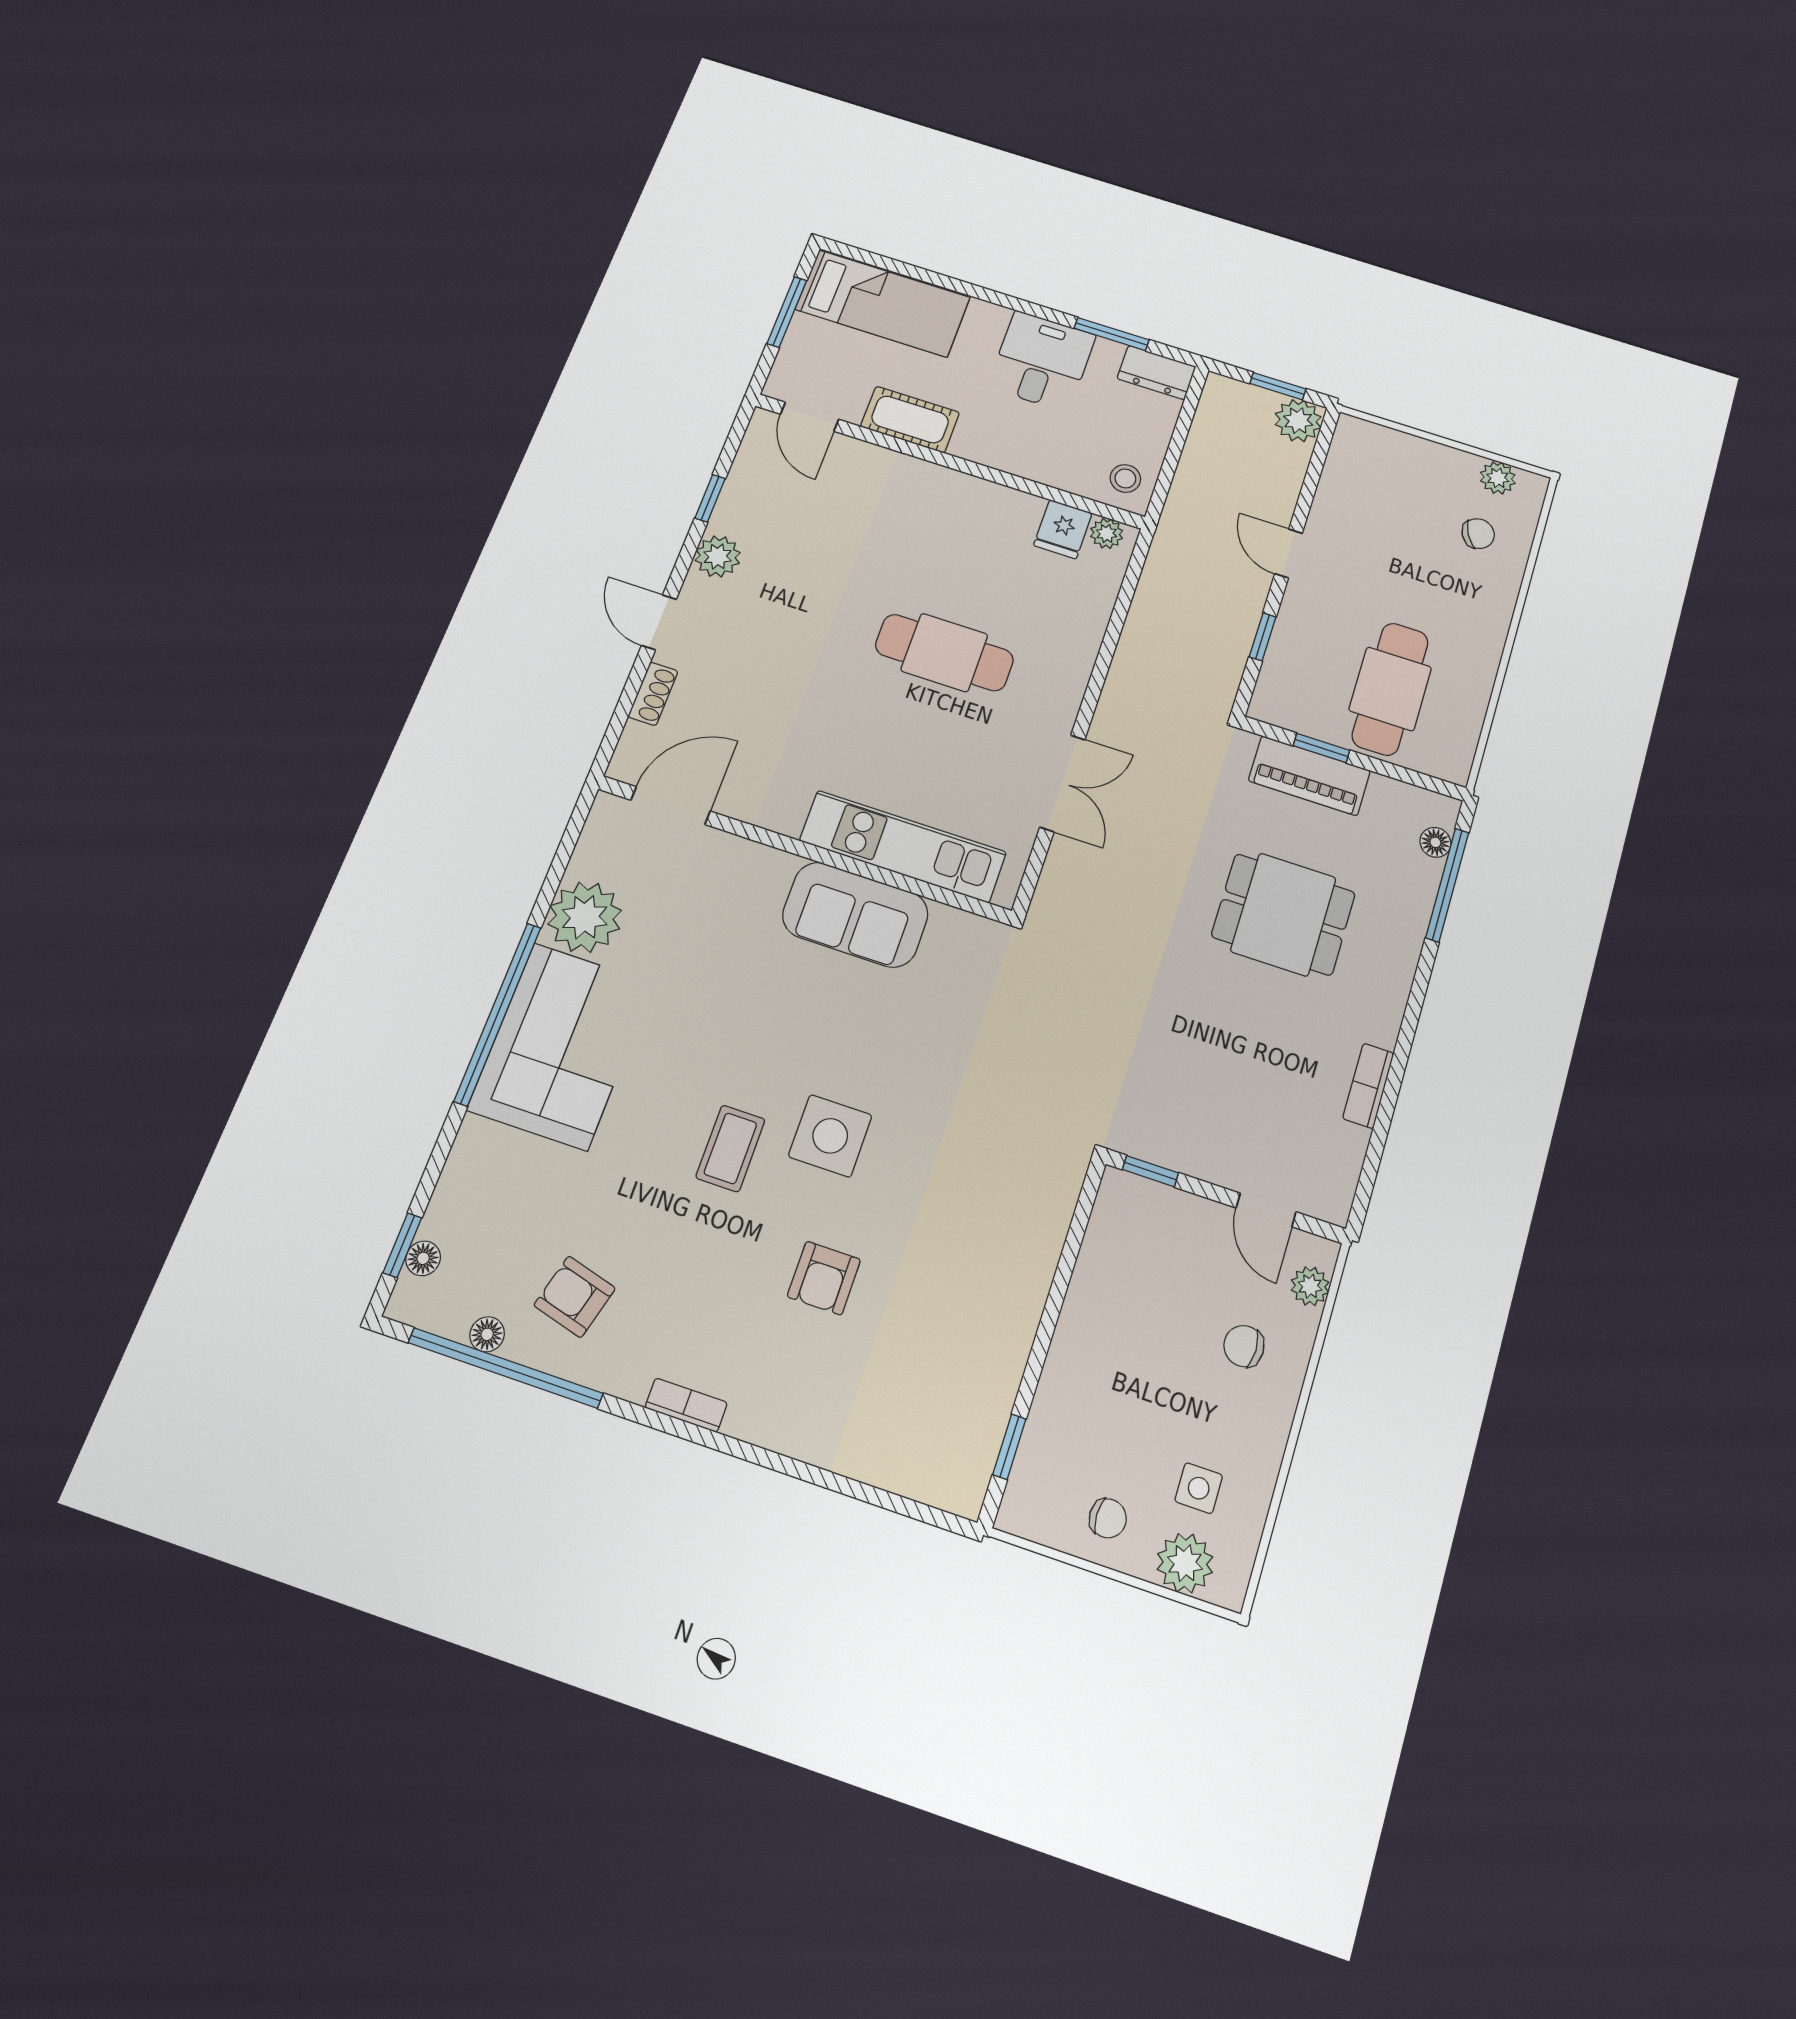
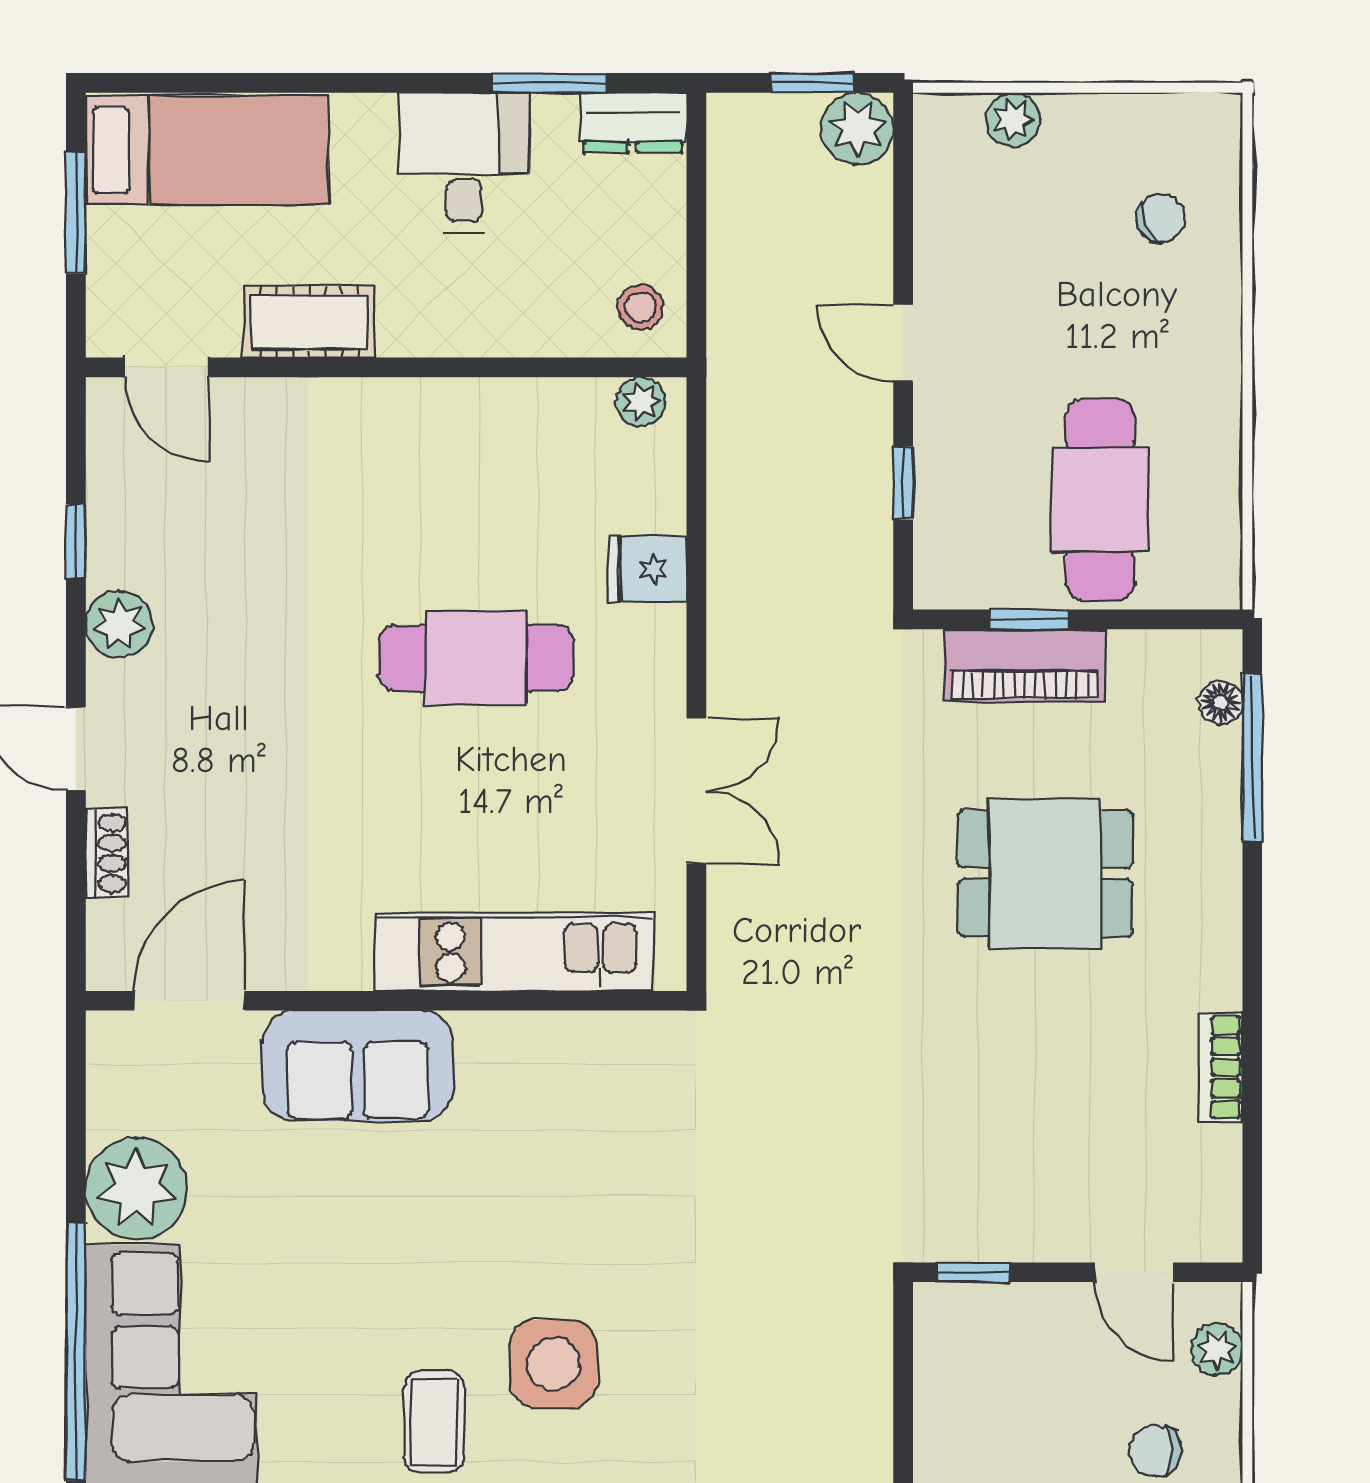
plant: (1498, 478) -> (1013, 120), moved
fridge: (1063, 529) -> (647, 569), moved, turned 90
sofa: (855, 915) -> (358, 1066), moved

